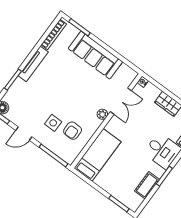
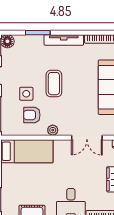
coffee table: (61, 96) -> (54, 84), added
plant: (102, 114) -> (53, 130), moved

